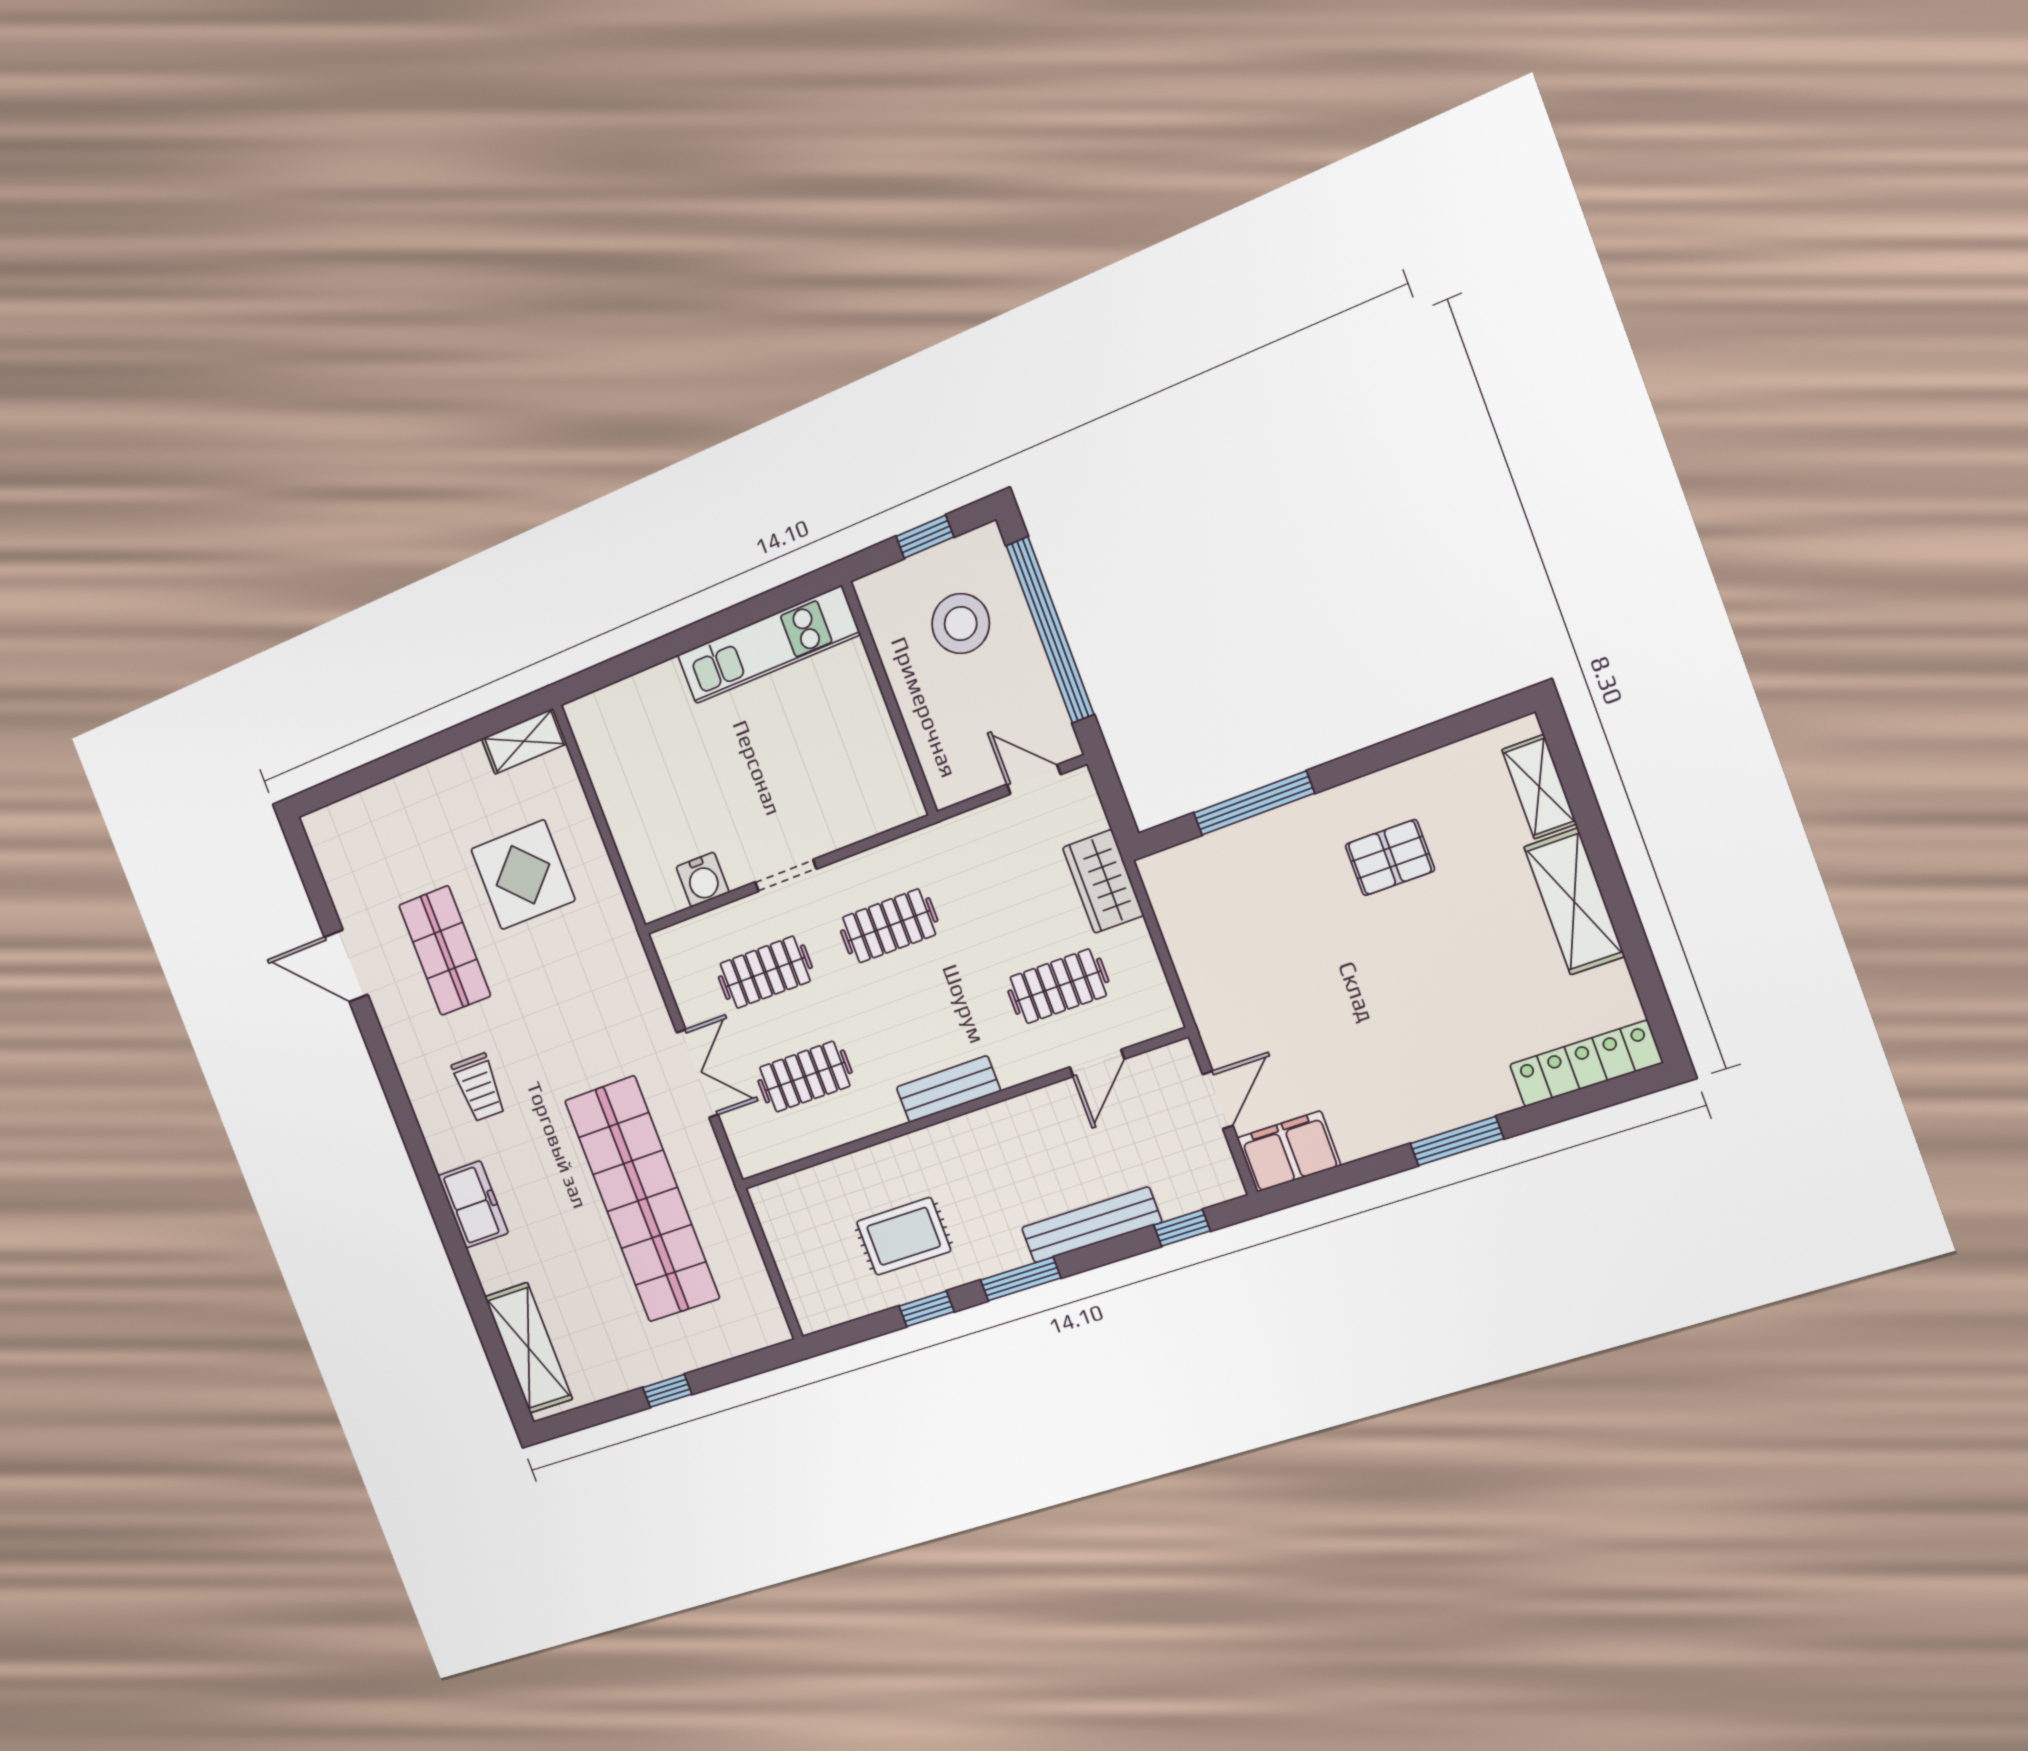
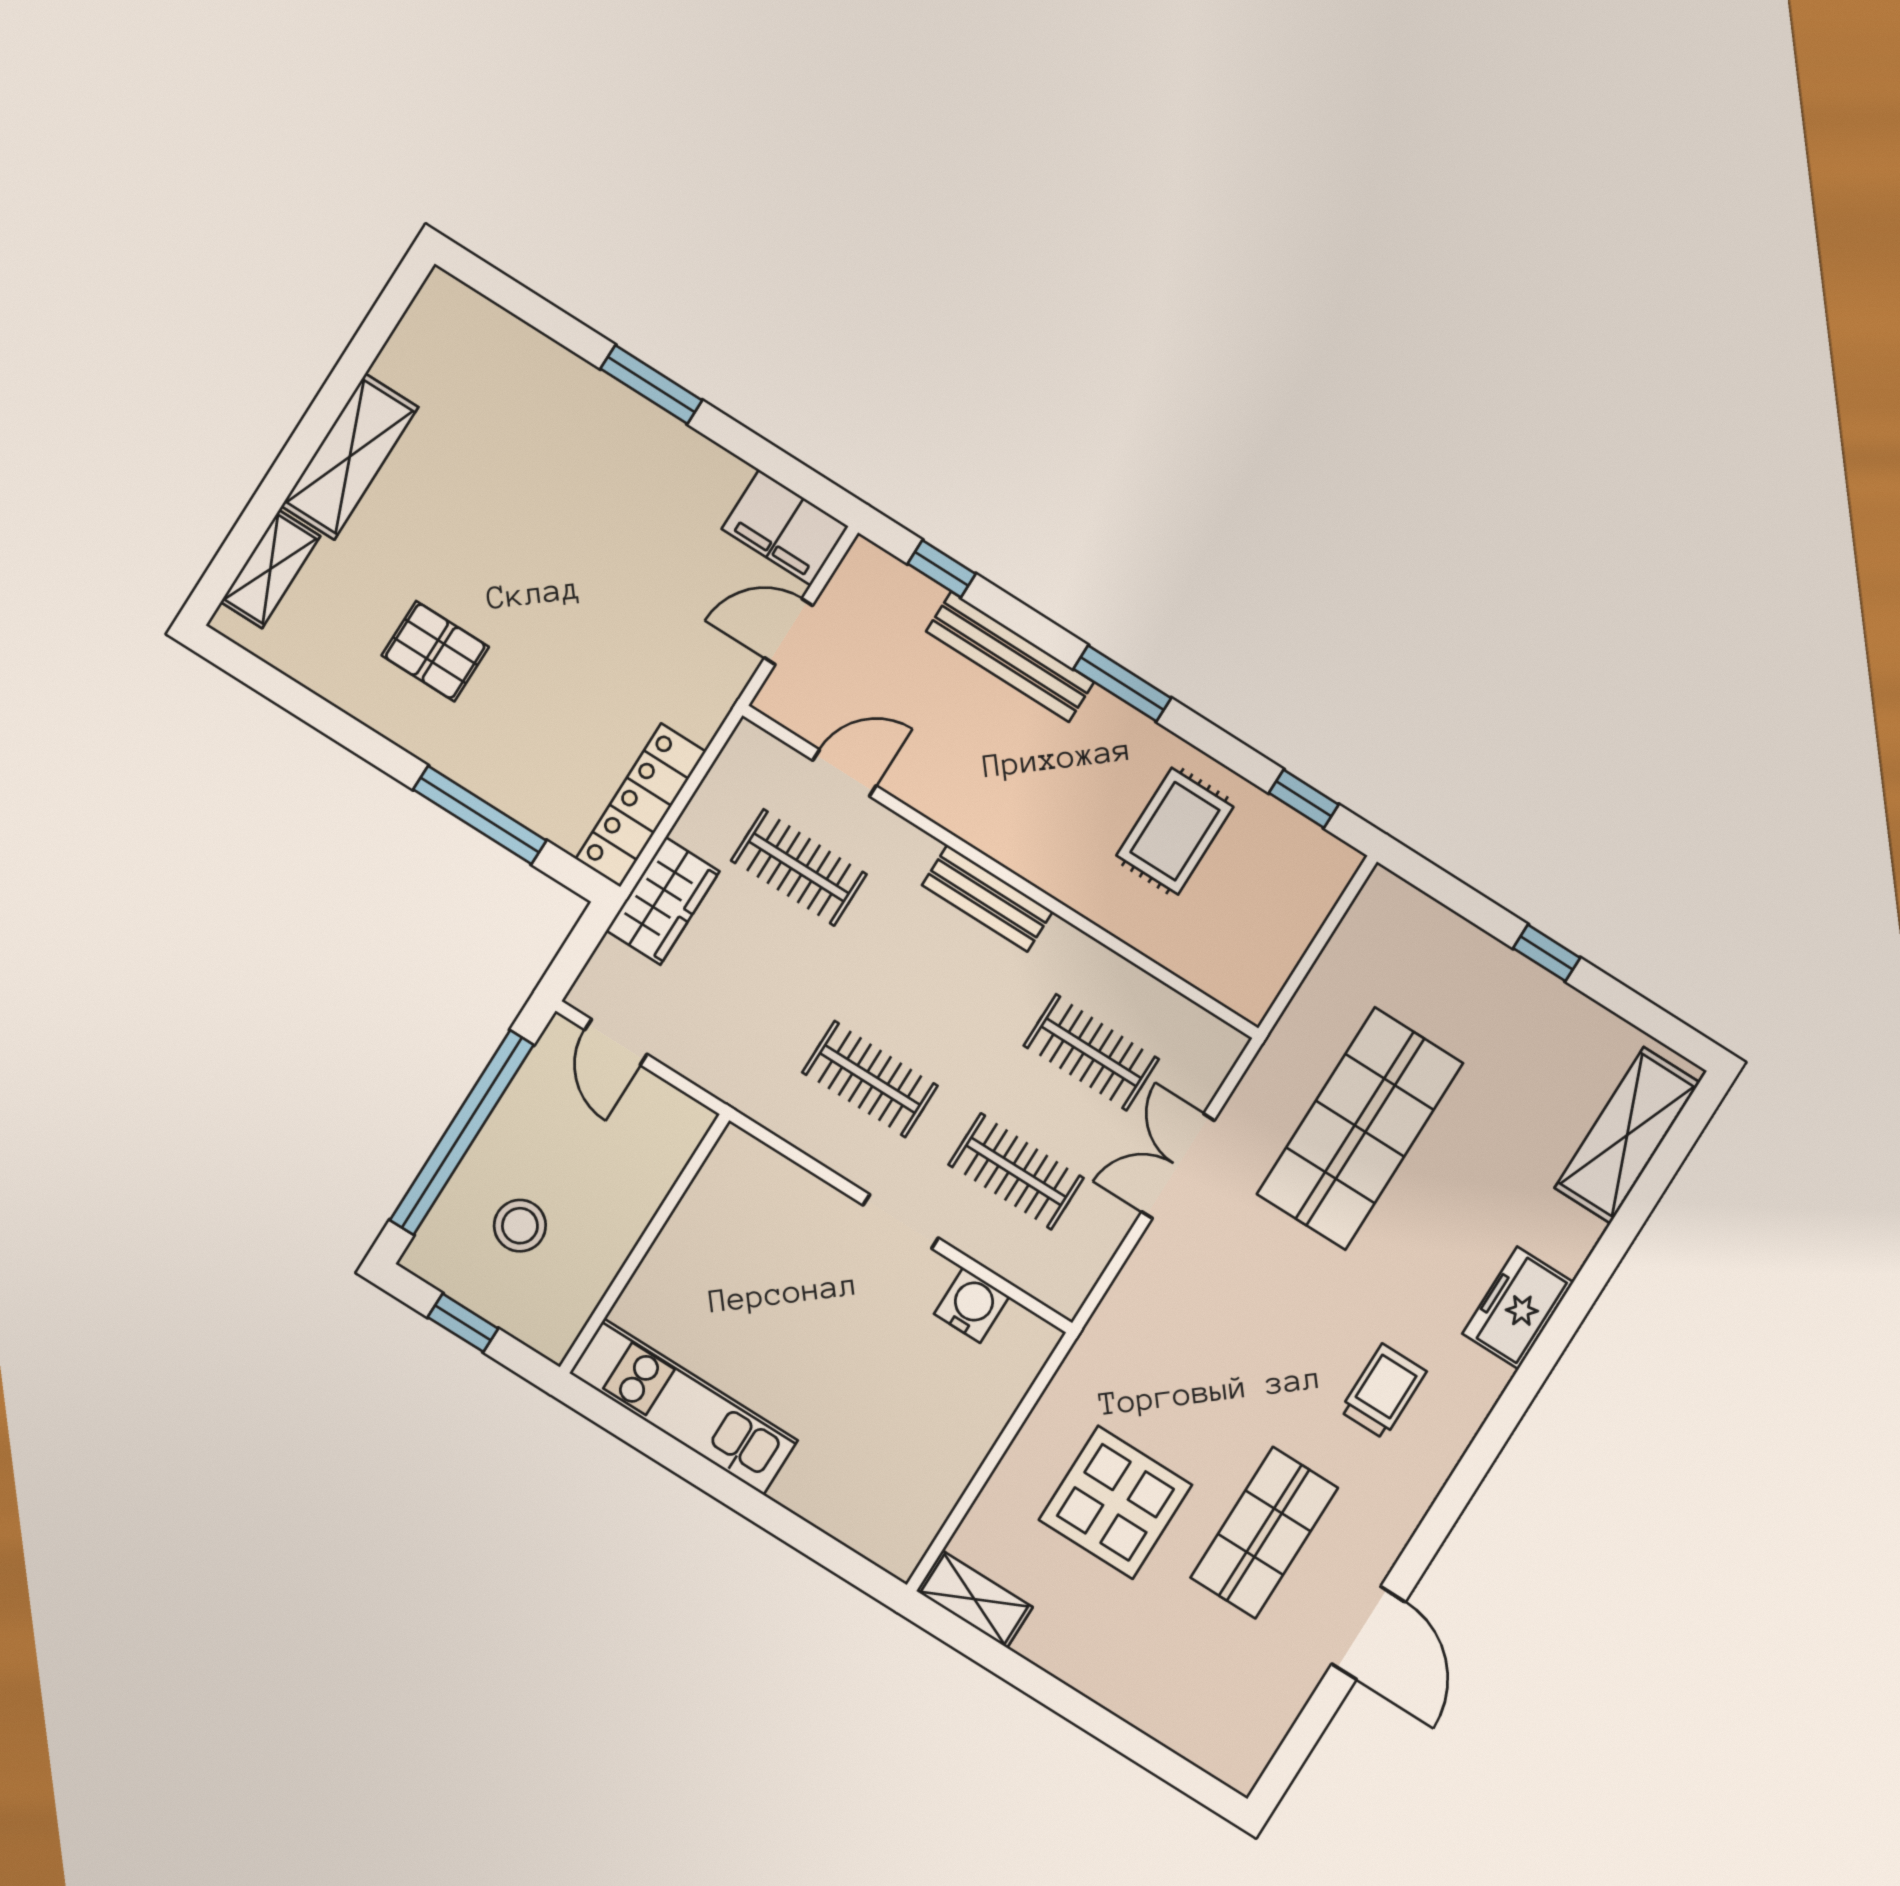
stool: (961, 624) -> (520, 1226), width x0.73, depth x0.73
locker: (1586, 1064) -> (641, 805), moved, turned 90
shop shelf: (642, 1199) -> (1360, 1129), width x0.71
rug: (904, 1236) -> (1175, 831), turned 90
window: (927, 1309) -> (1304, 799), moved

